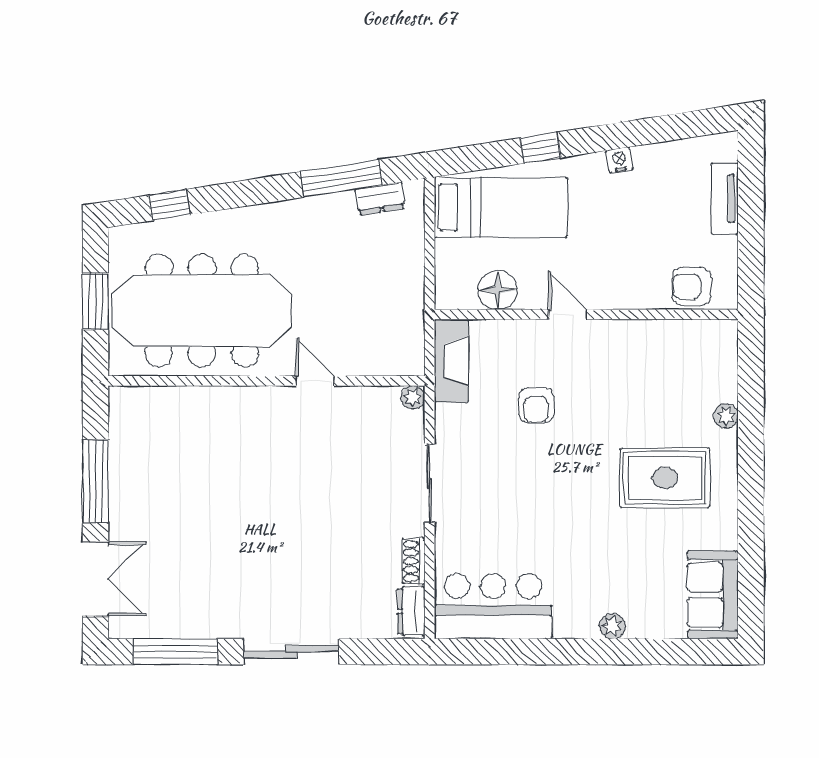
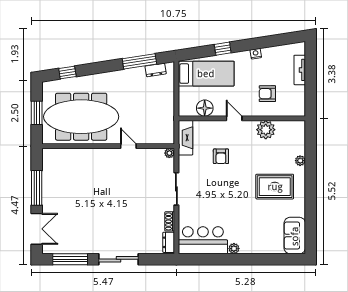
armchair: (692, 286) -> (267, 94), moved
plant: (643, 342) -> (266, 130), added
plant: (612, 626) -> (234, 249), moved

